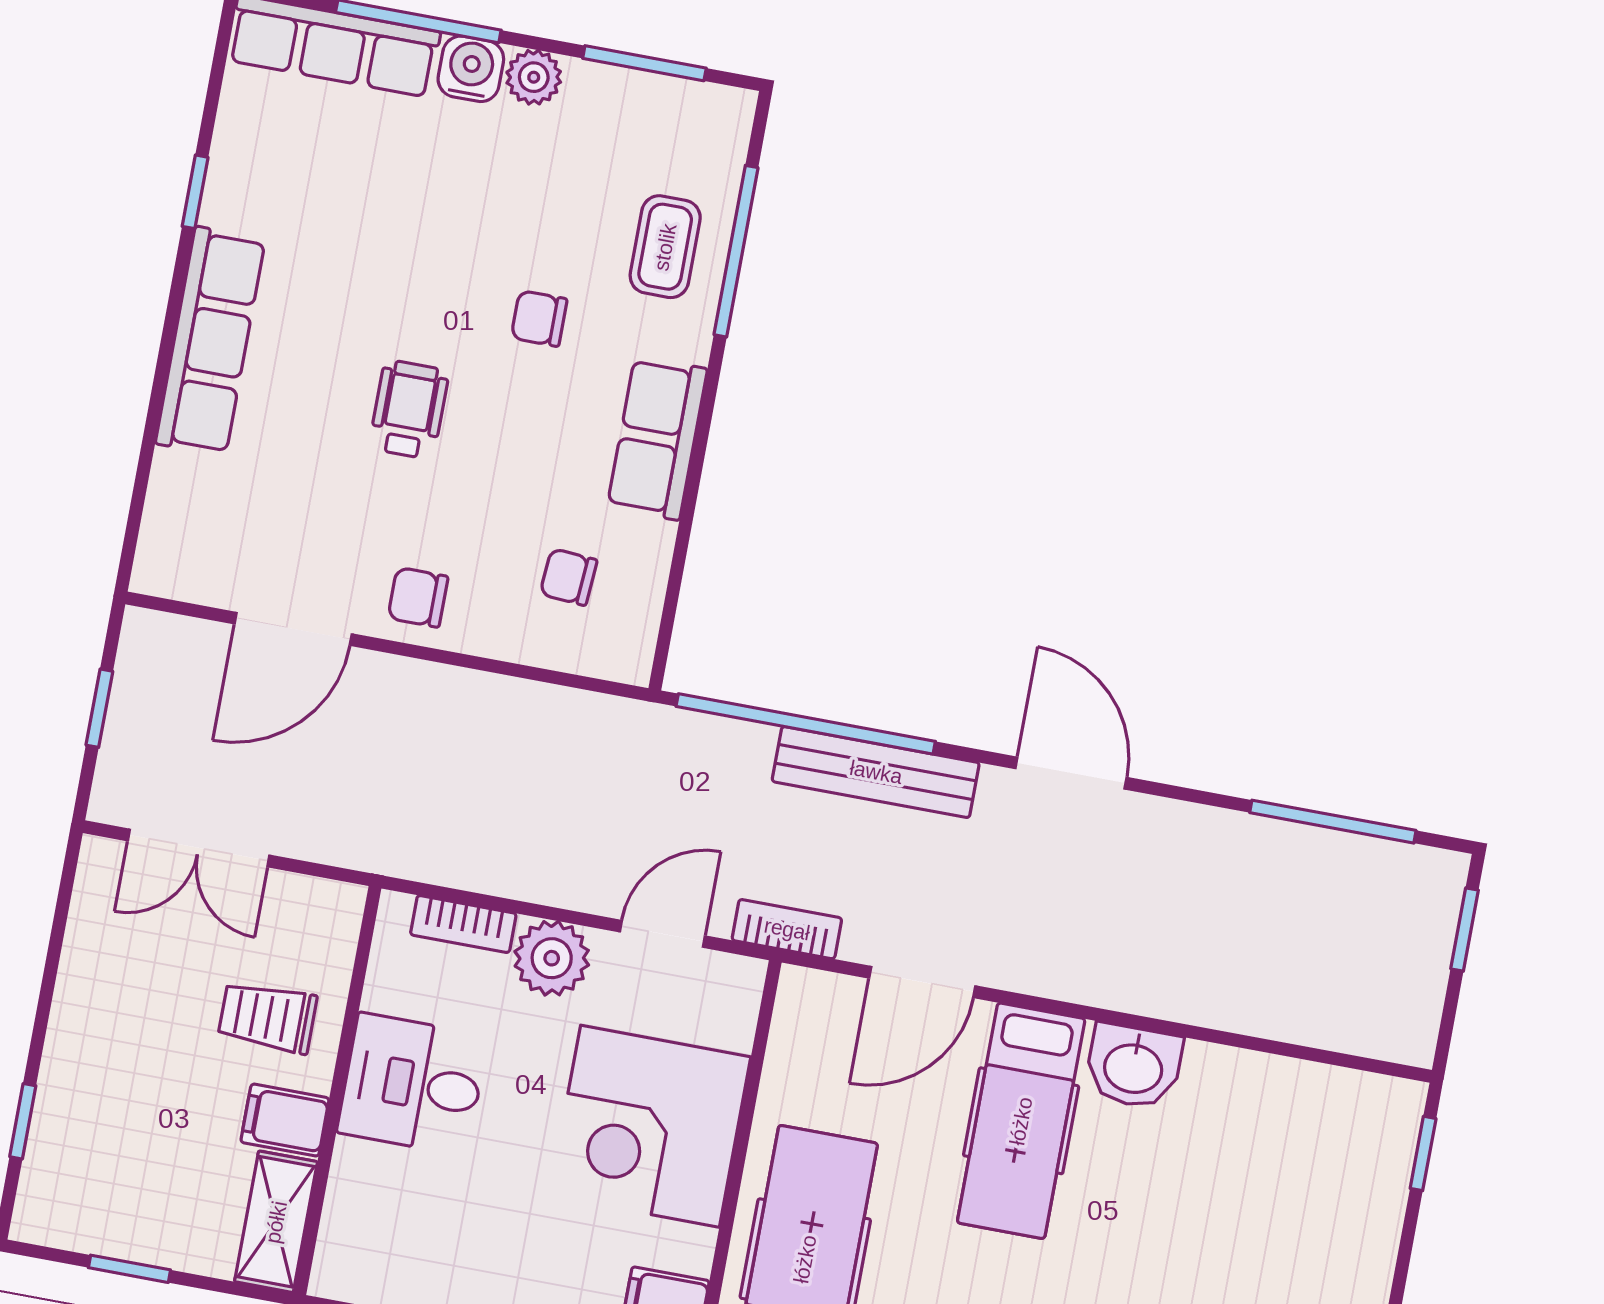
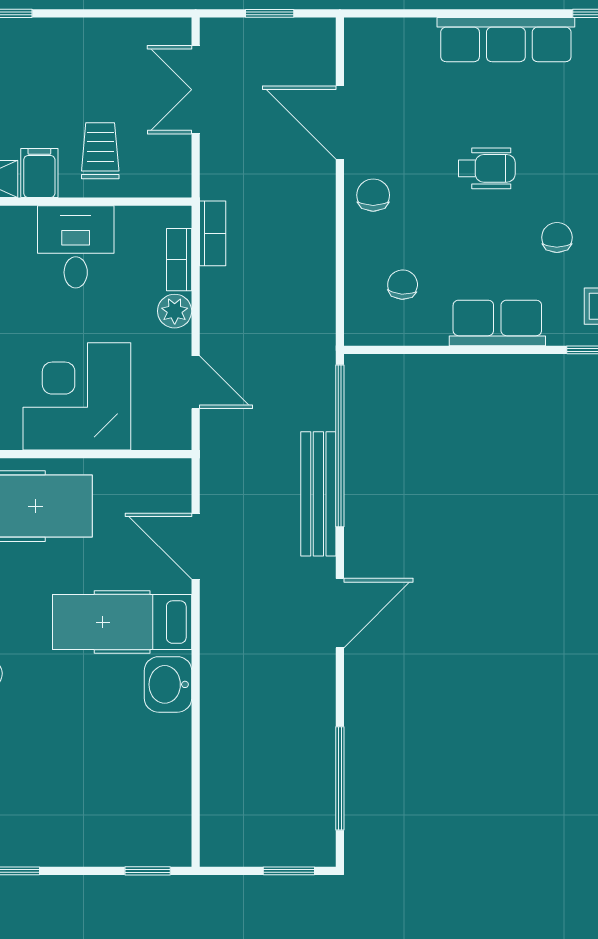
bookcase: (787, 929) -> (213, 233), moved
plant: (552, 958) -> (175, 311), width x0.73, depth x0.73

